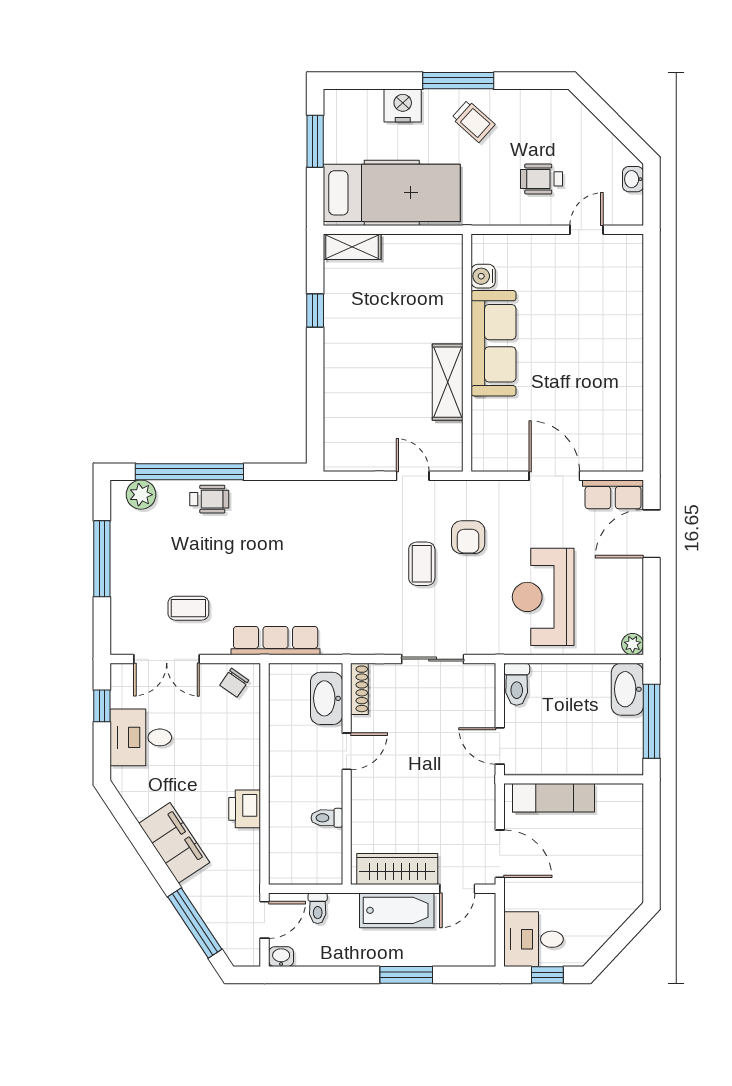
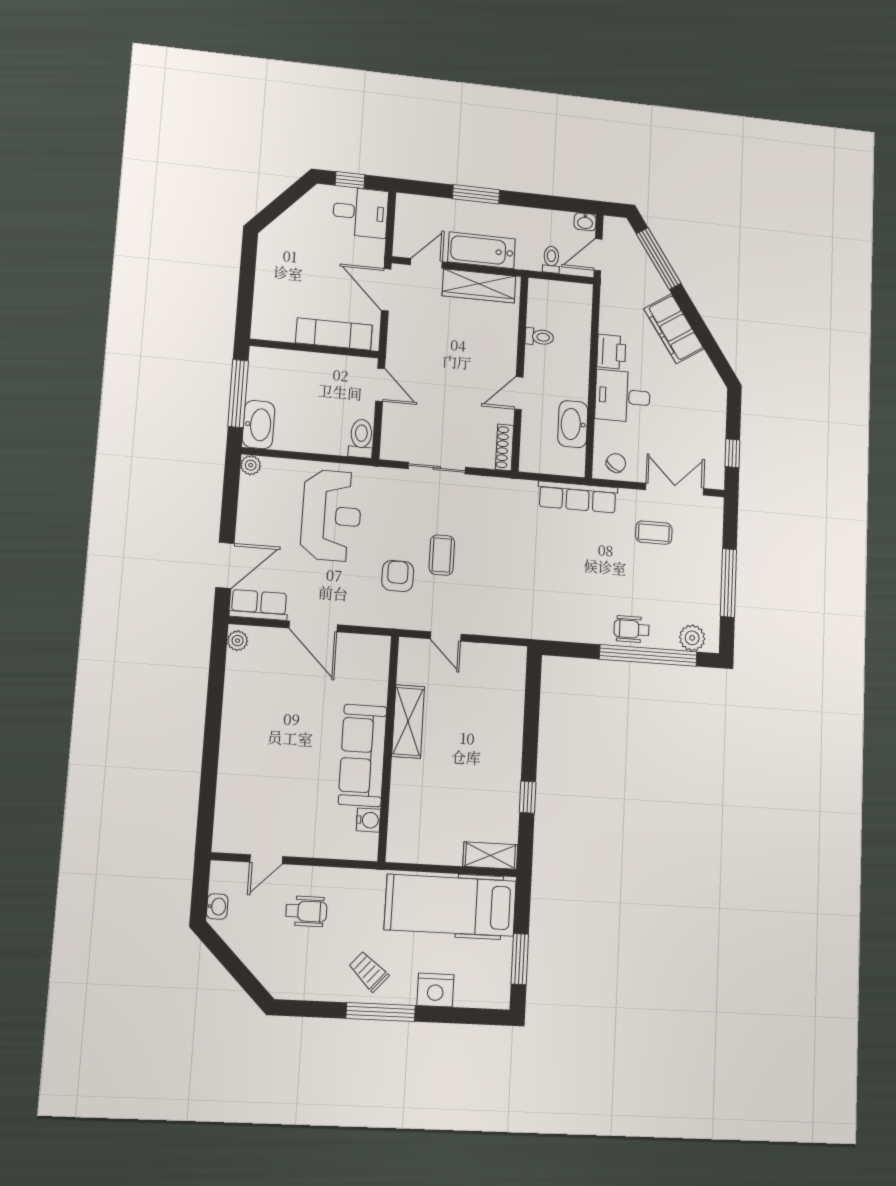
plant: (633, 455) -> (238, 641), added
washbasin: (327, 698) -> (573, 424), moved, turned 180
desk: (141, 737) -> (623, 396), moved, turned 180

